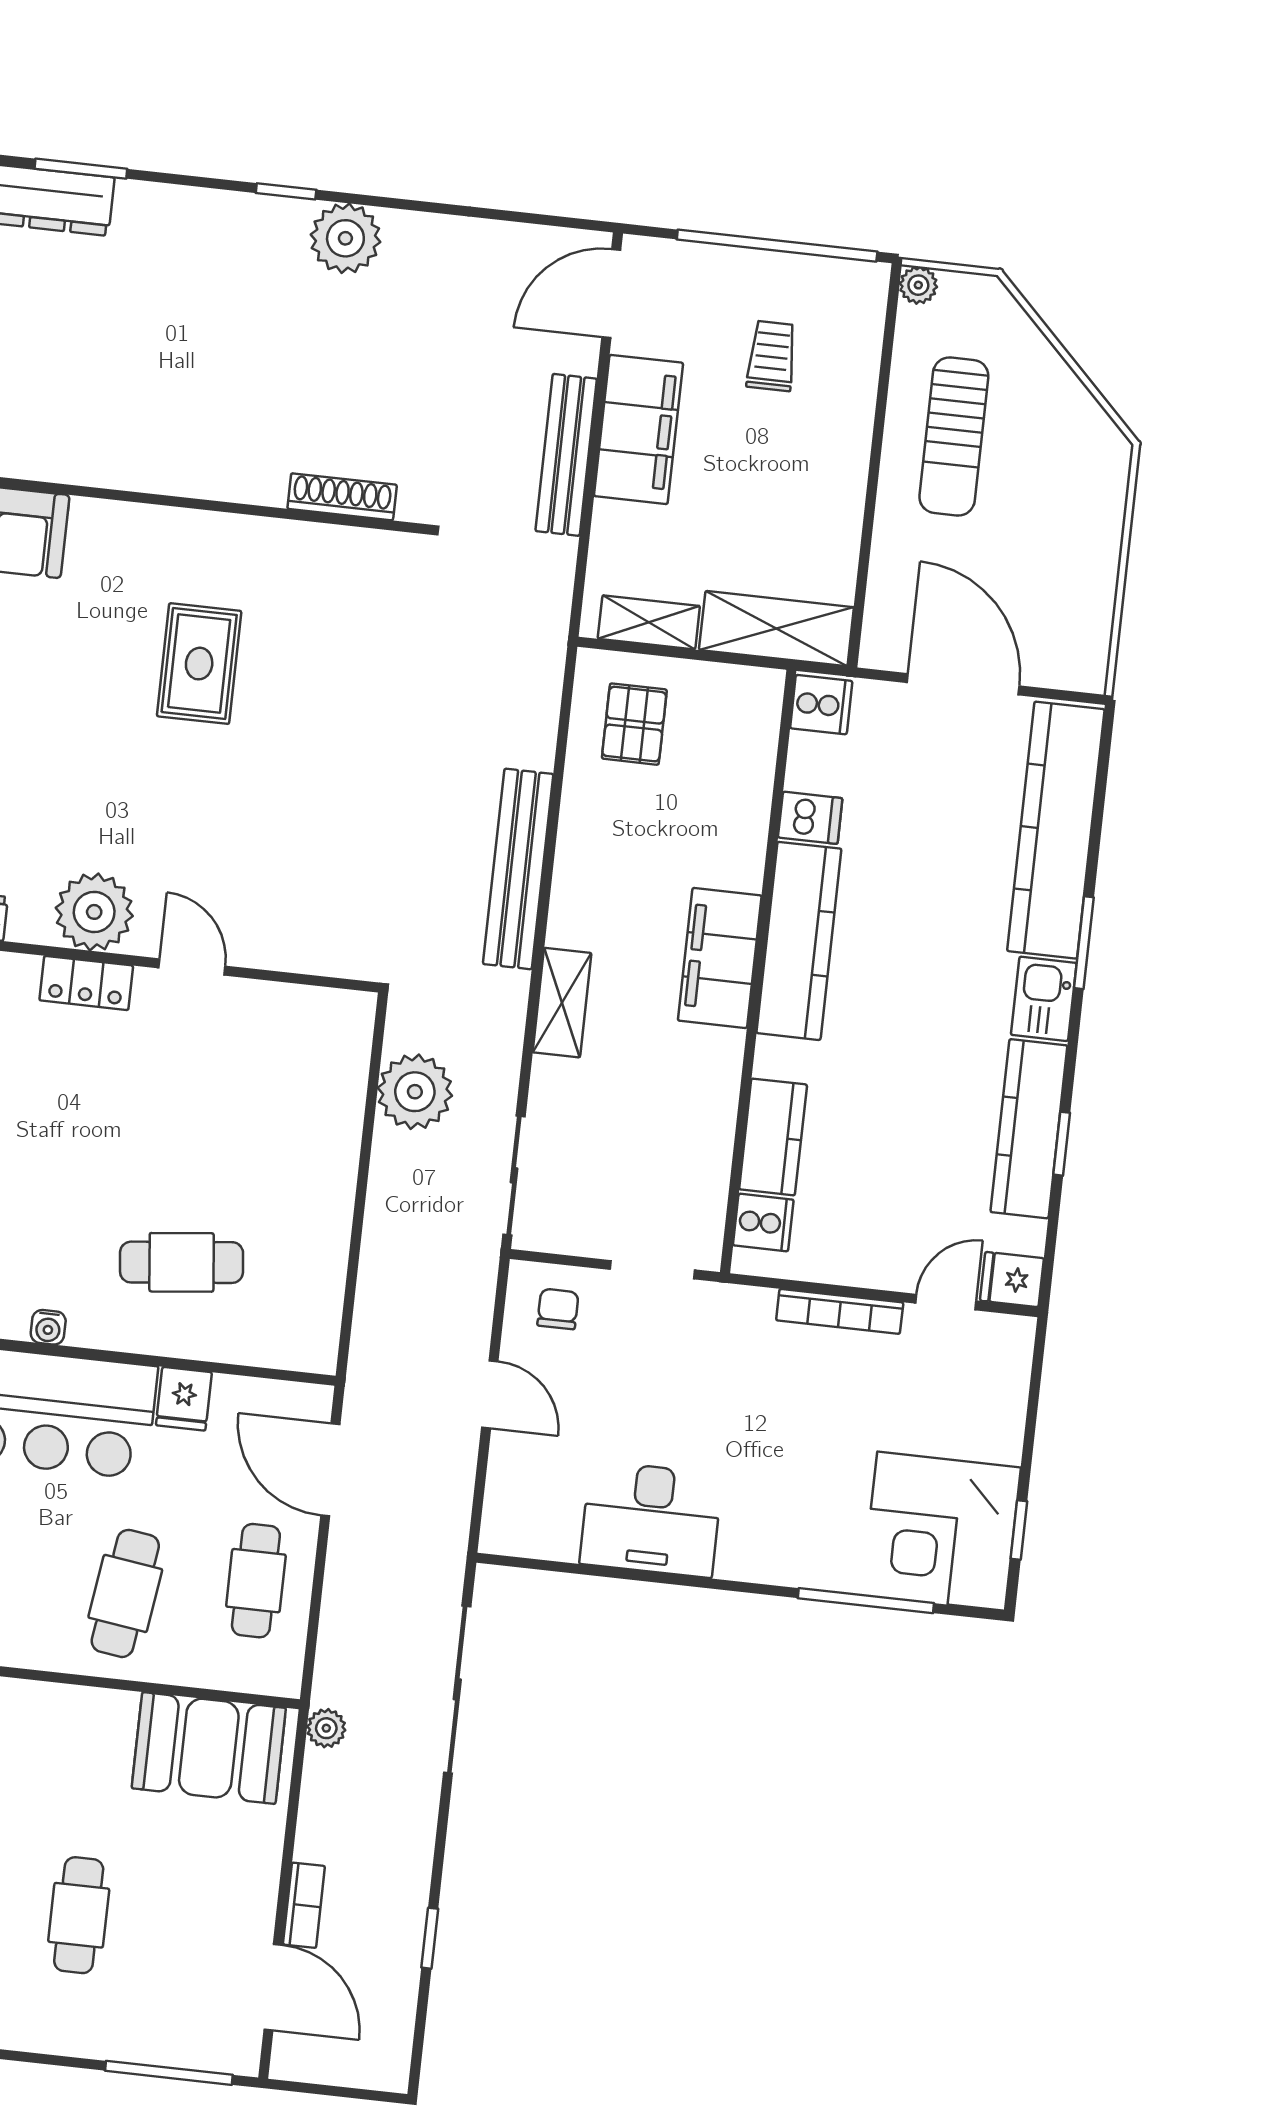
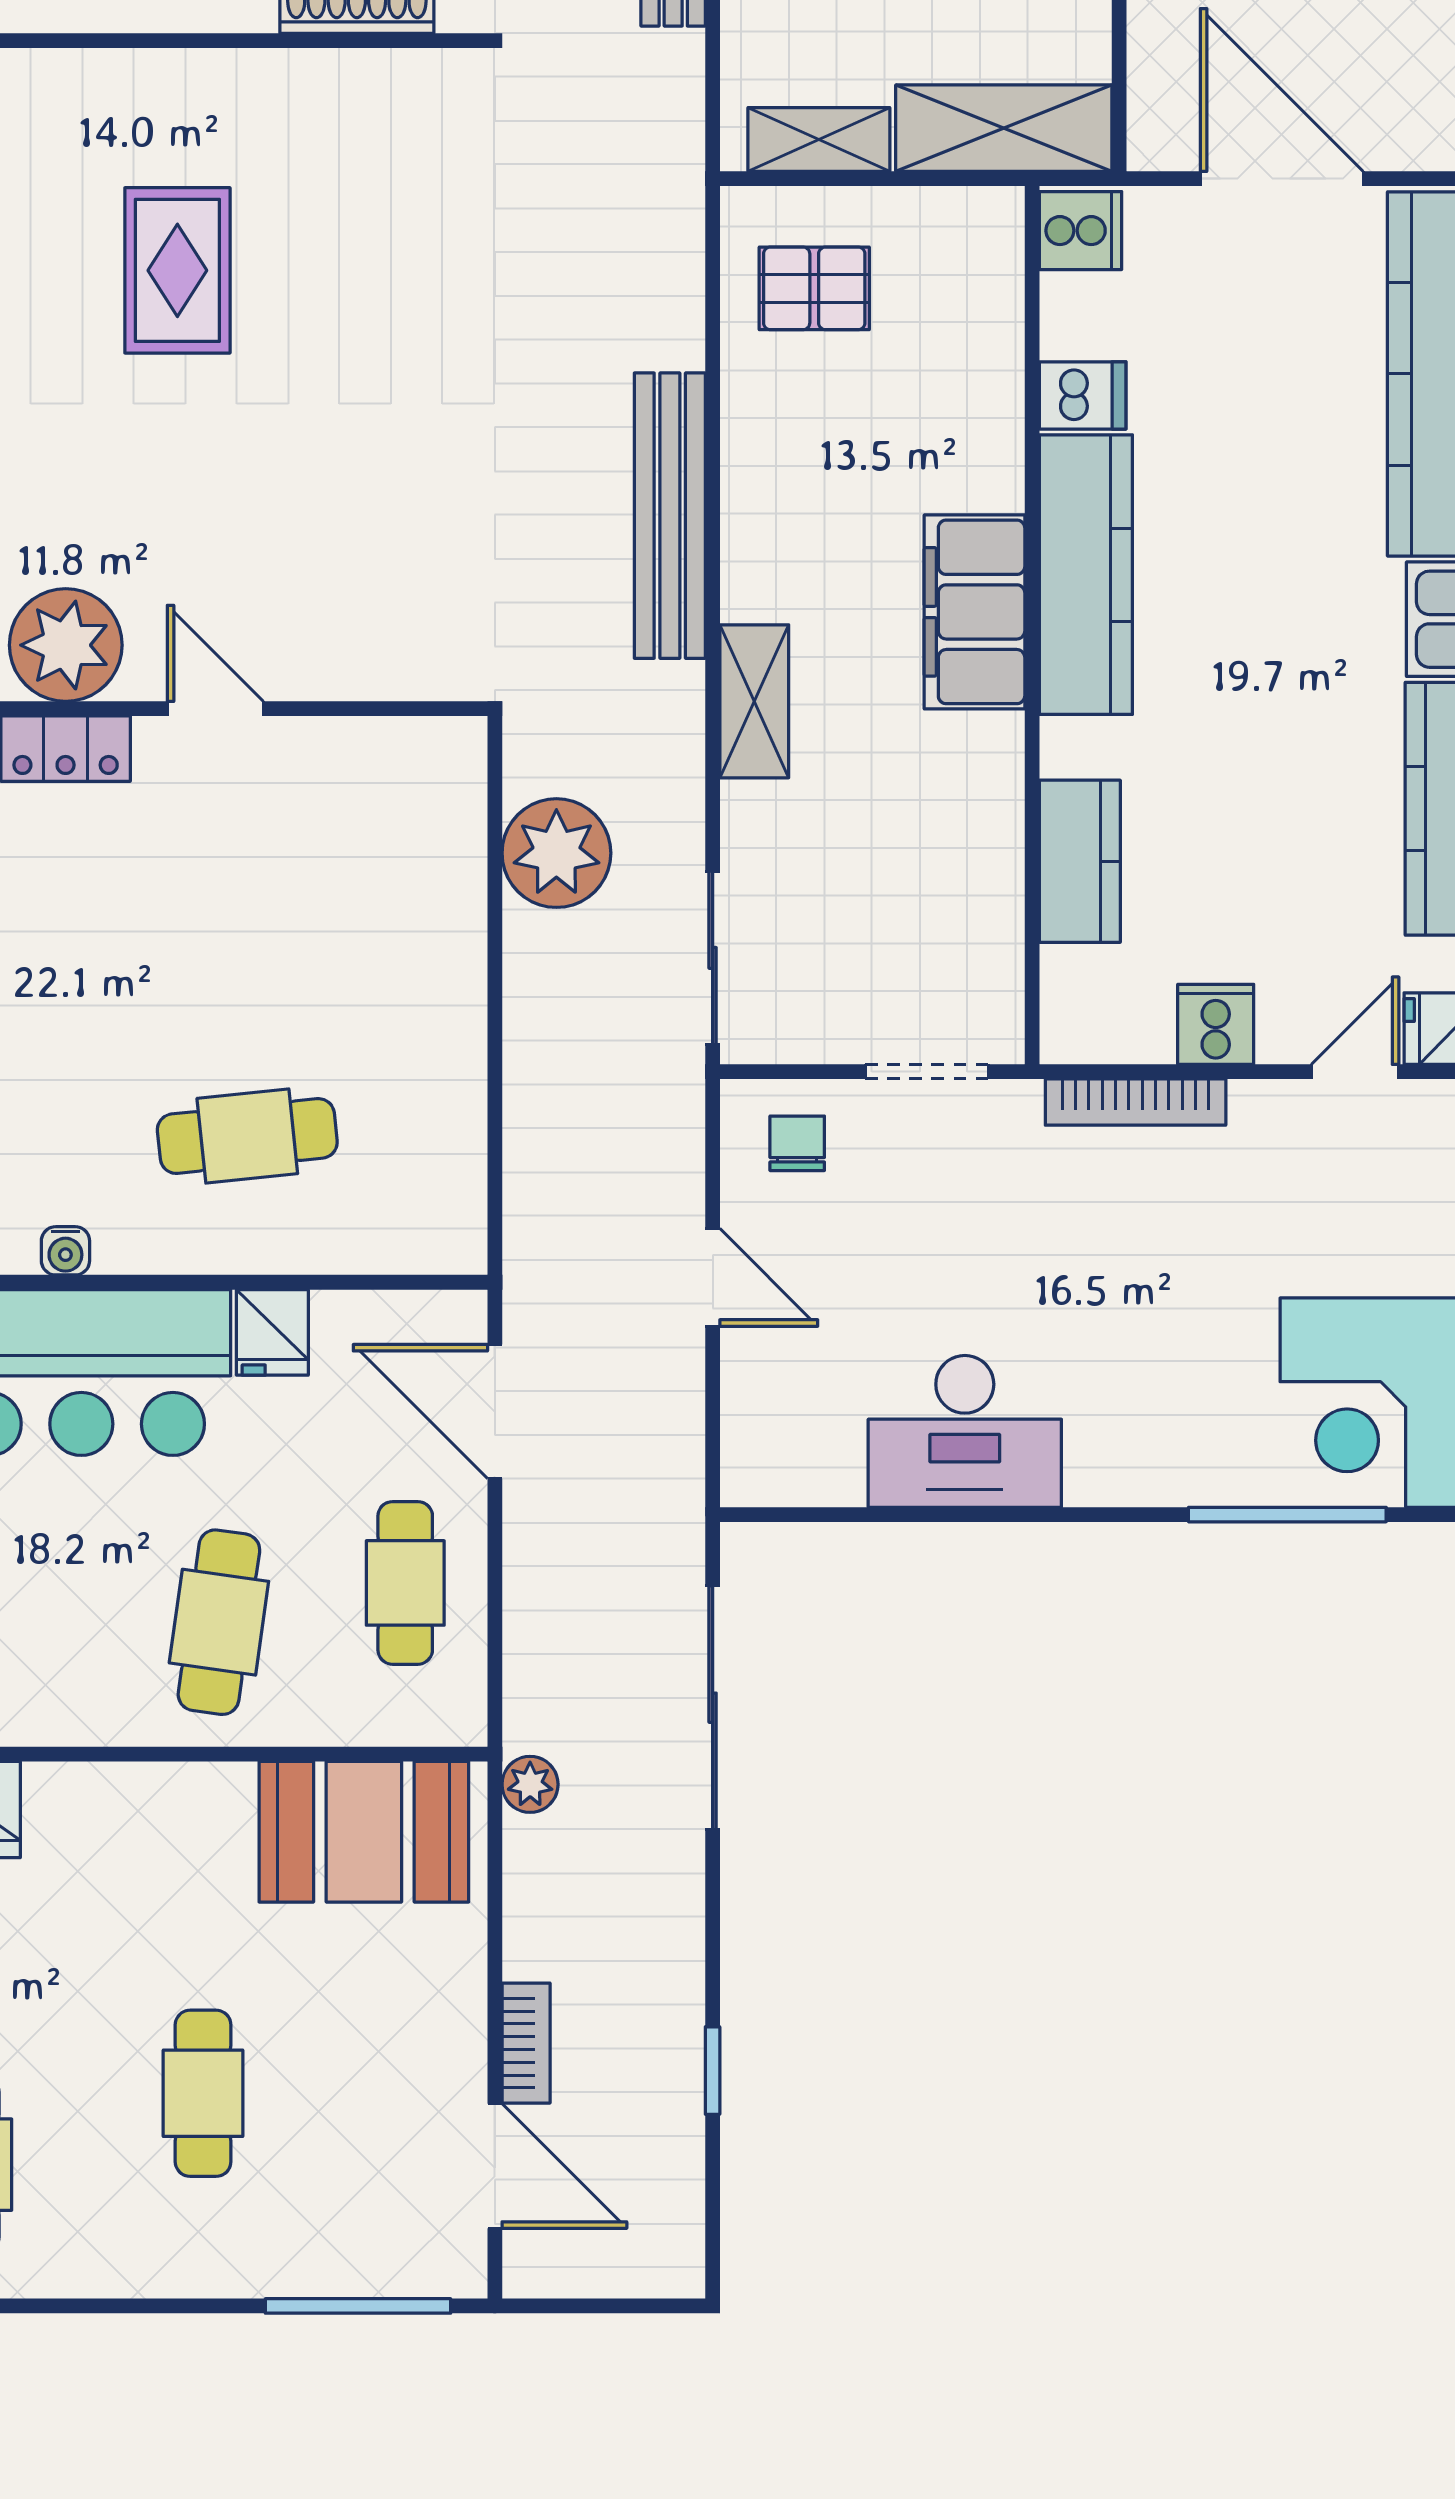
pallet: (634, 724) -> (814, 288), turned 90
cooker: (763, 1223) -> (1216, 1024), moved, turned -90
bookcase: (840, 1311) -> (1136, 1102), moved

